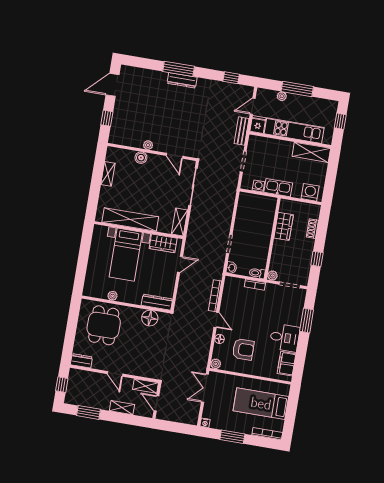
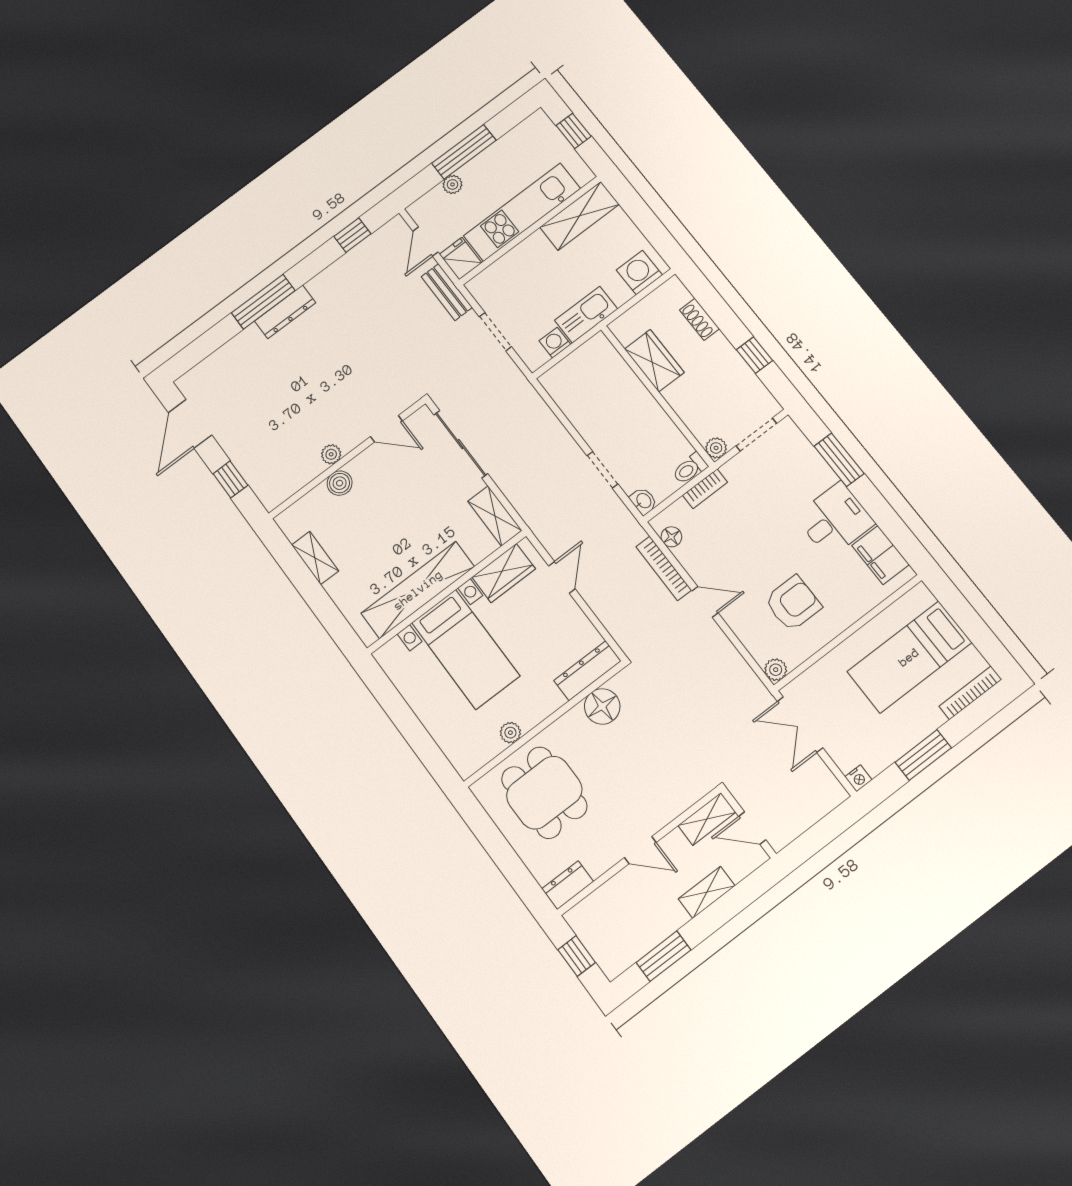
floor lamp: (220, 339) -> (671, 537), moved

